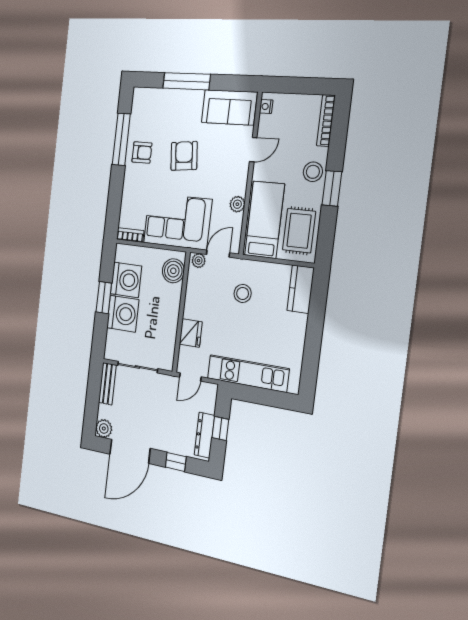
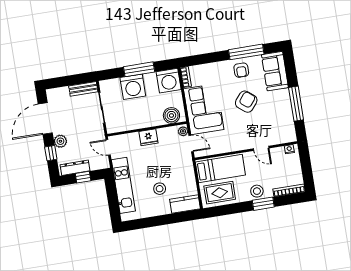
window: (186, 81) -> (296, 104), moved
sofa: (229, 107) -> (275, 71), moved
armchair: (184, 156) -> (246, 102), turned -45
window: (332, 188) -> (263, 204), moved
plant: (237, 204) -> (225, 148), removed
washing machine: (126, 280) -> (169, 81), moved
stool: (243, 293) -> (160, 189), moved
window: (104, 298) -> (139, 69), width x1.44
fridge: (191, 333) -> (148, 137), moved
plant: (104, 428) -> (60, 141), moved
door: (130, 451) -> (45, 118), hinge flipped

